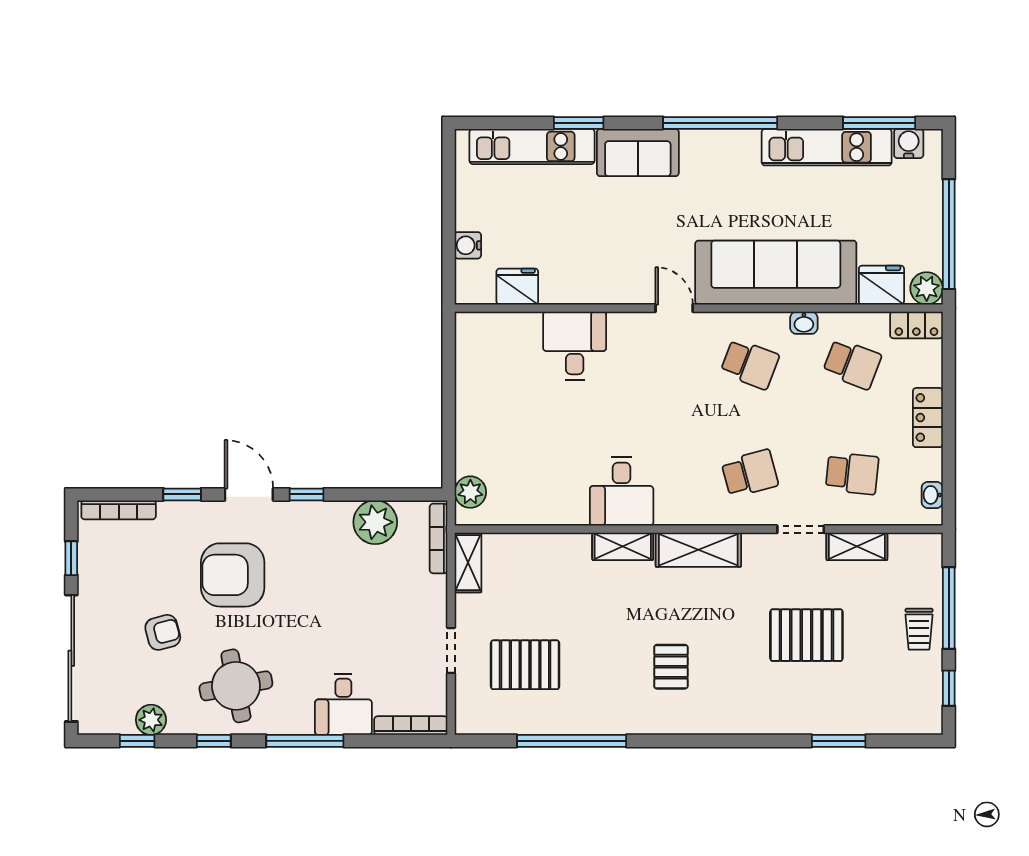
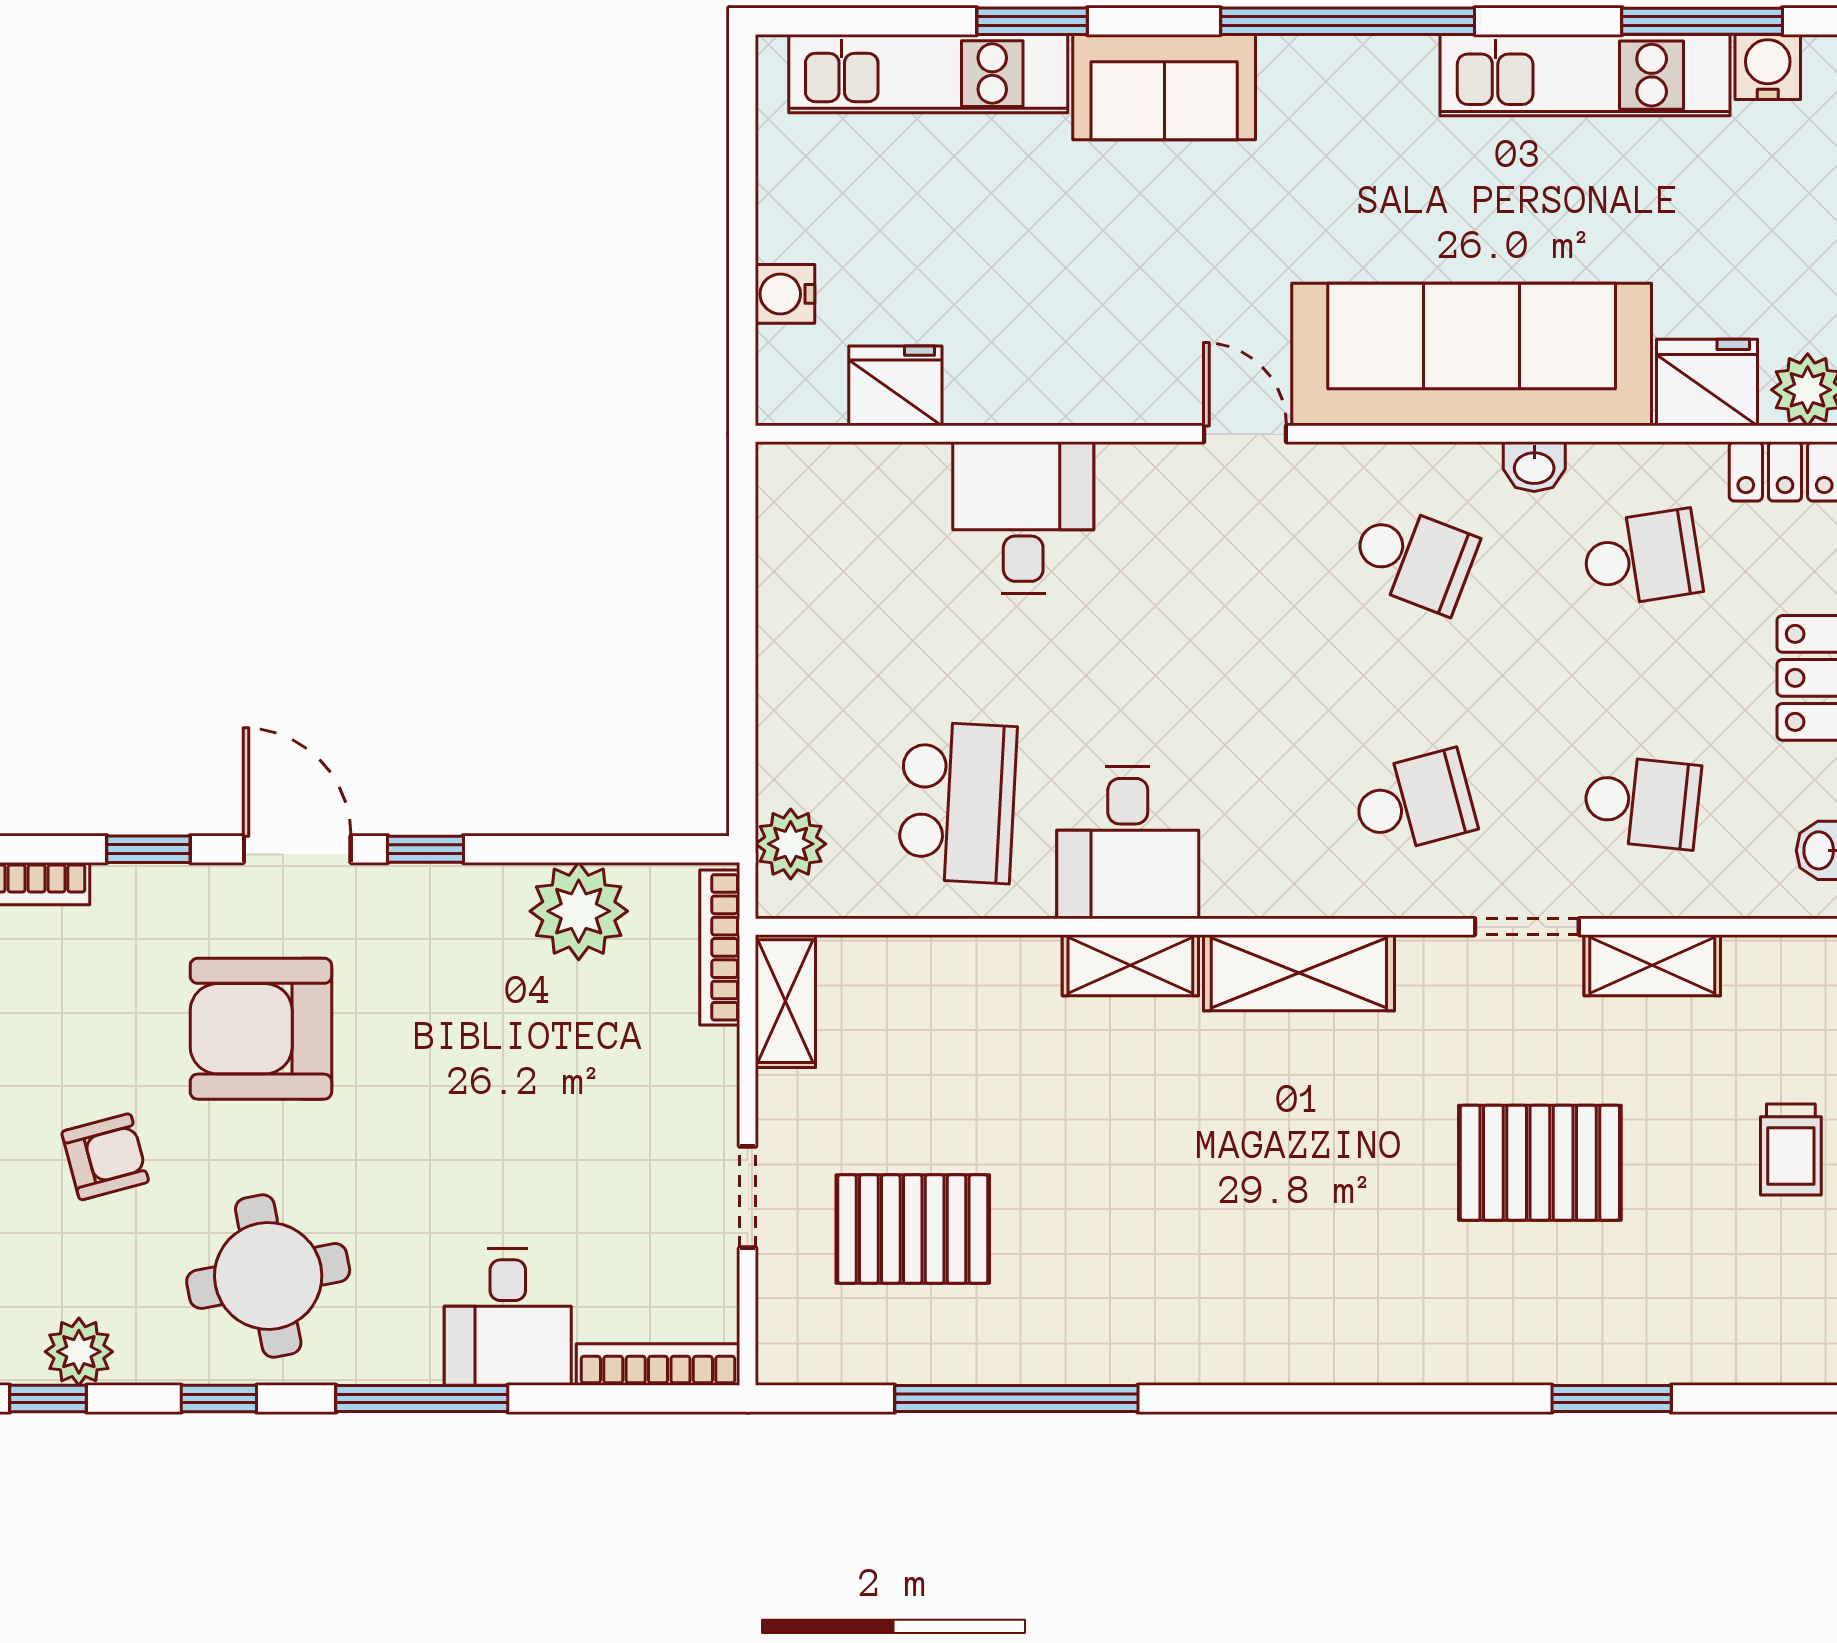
school desk: (852, 364) -> (1642, 558), turned -30
school desk: (545, 473) -> (957, 802), added
pallet: (671, 667) -> (1238, 1233), removed

